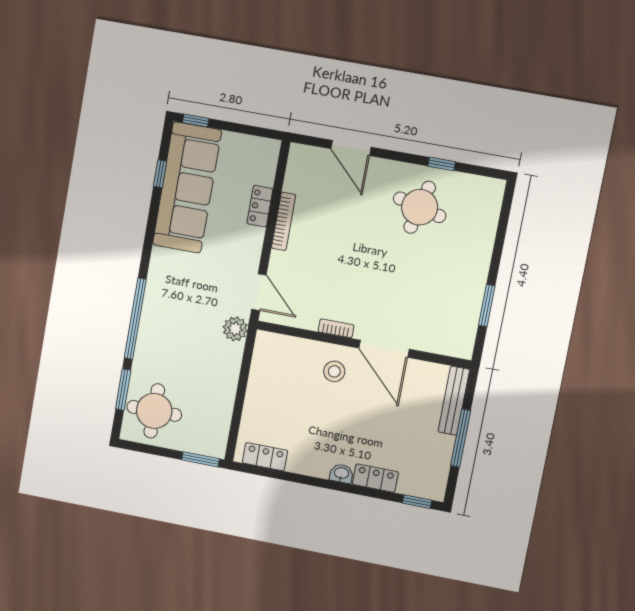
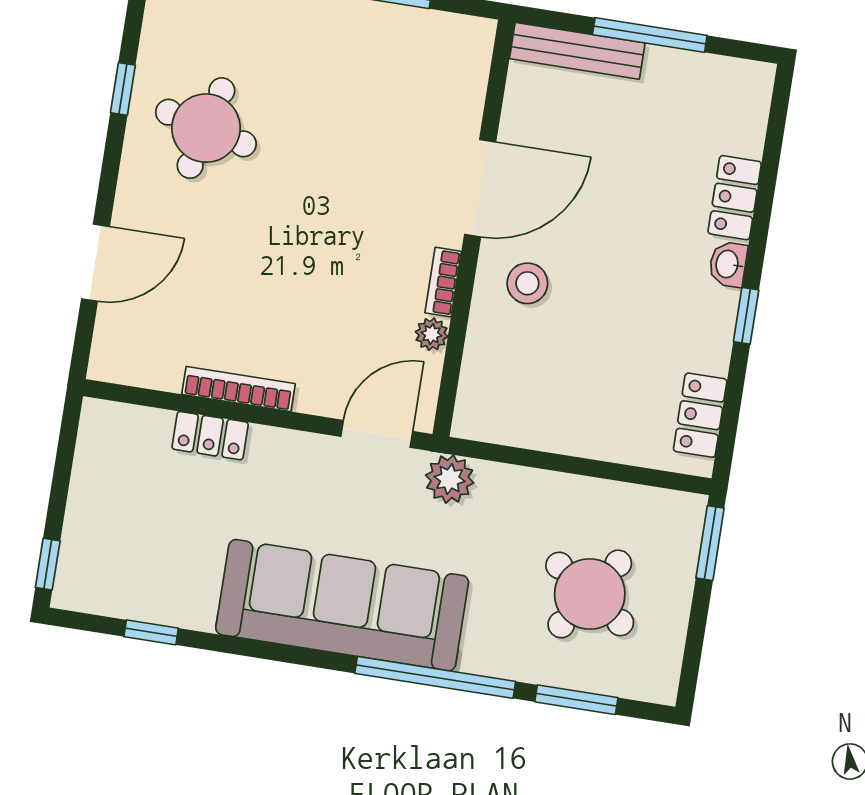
sofa: (187, 188) -> (342, 605), moved
plant: (309, 322) -> (432, 334), added
round table: (154, 411) -> (590, 594), moved, turned 34
window: (417, 502) -> (746, 316), moved

